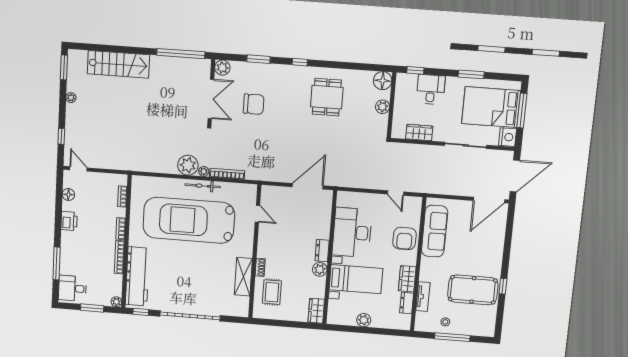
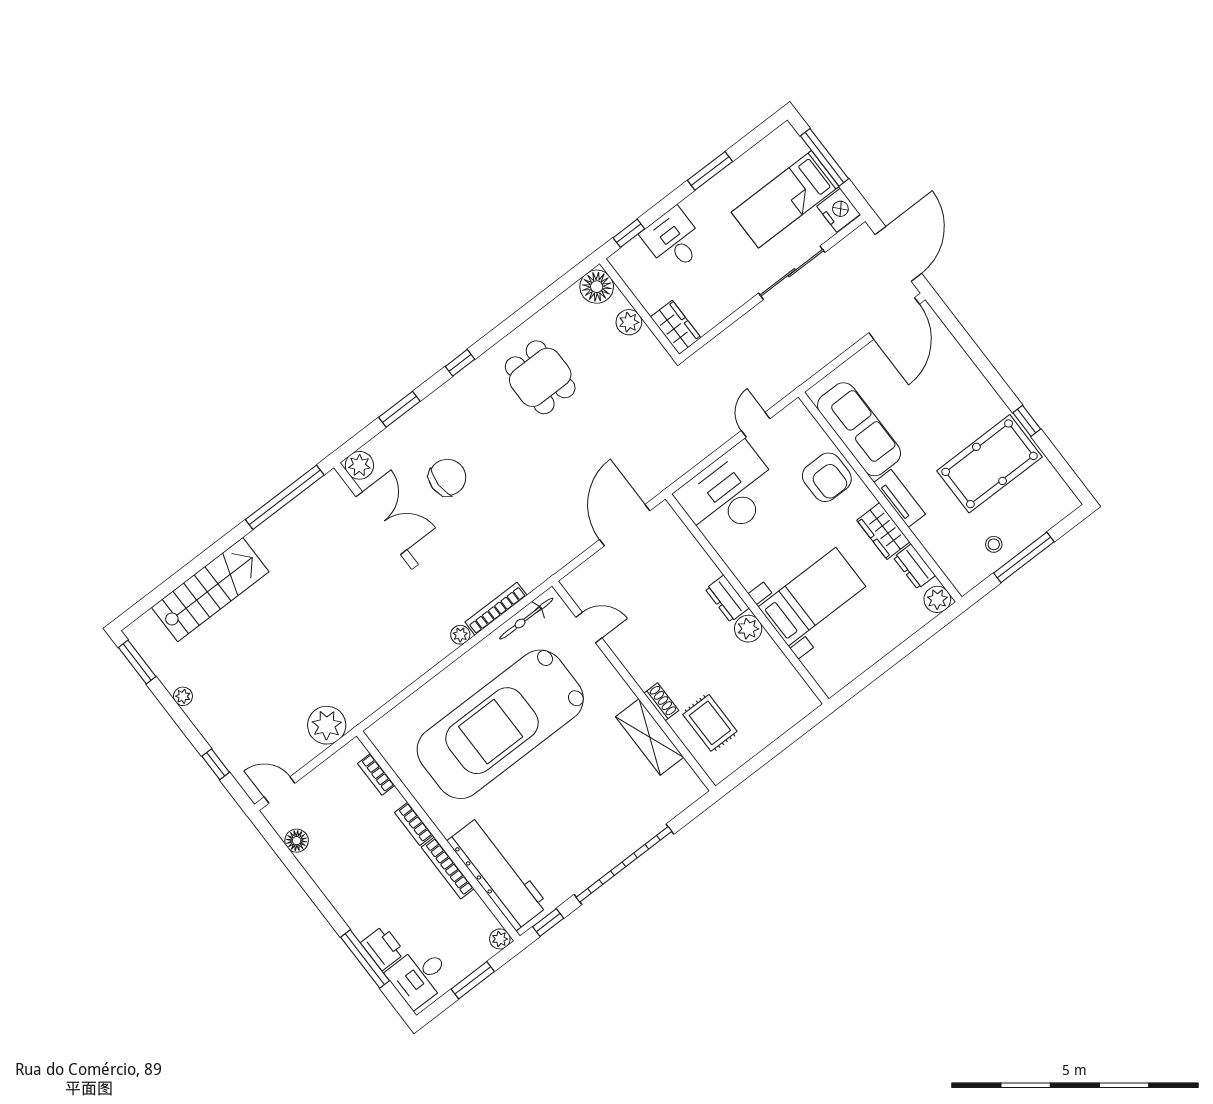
bed: (491, 107) -> (785, 199), width x0.67
wardrobe: (419, 133) -> (676, 327), moved, turned 90
plant: (188, 165) -> (327, 725), moved
bicycle: (203, 186) -> (526, 619), moved
door: (396, 193) -> (756, 425), swing flipped
printer: (69, 221) -> (383, 948), moved
desk: (352, 232) -> (729, 493), moved, turned 90
tv unit: (423, 297) -> (900, 498), moved
wardrobe: (316, 311) -> (797, 693), removed
plant: (364, 320) -> (937, 599), moved

